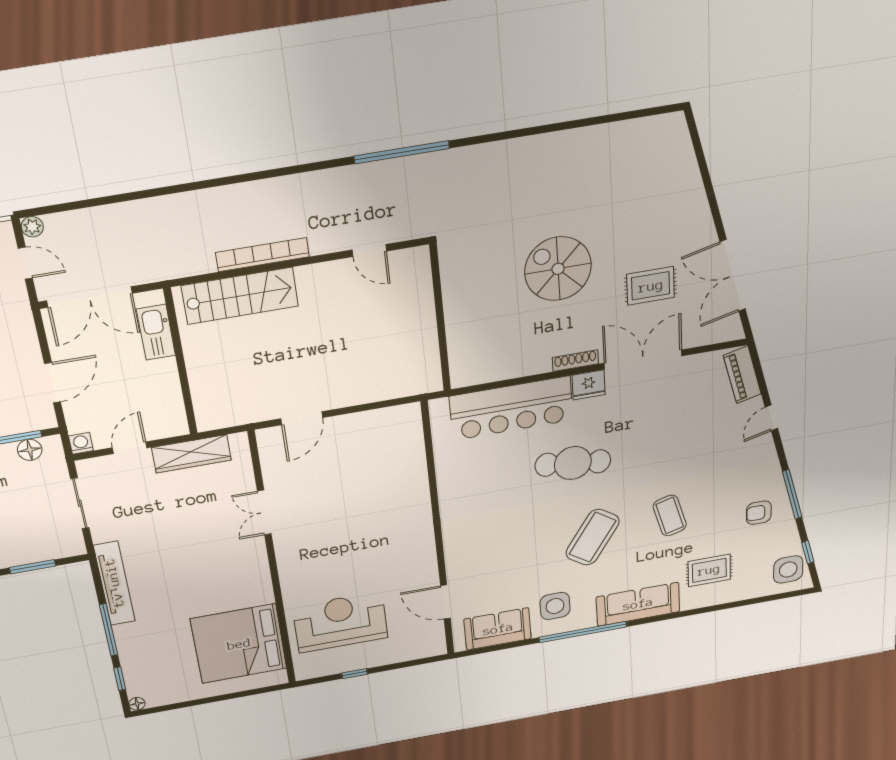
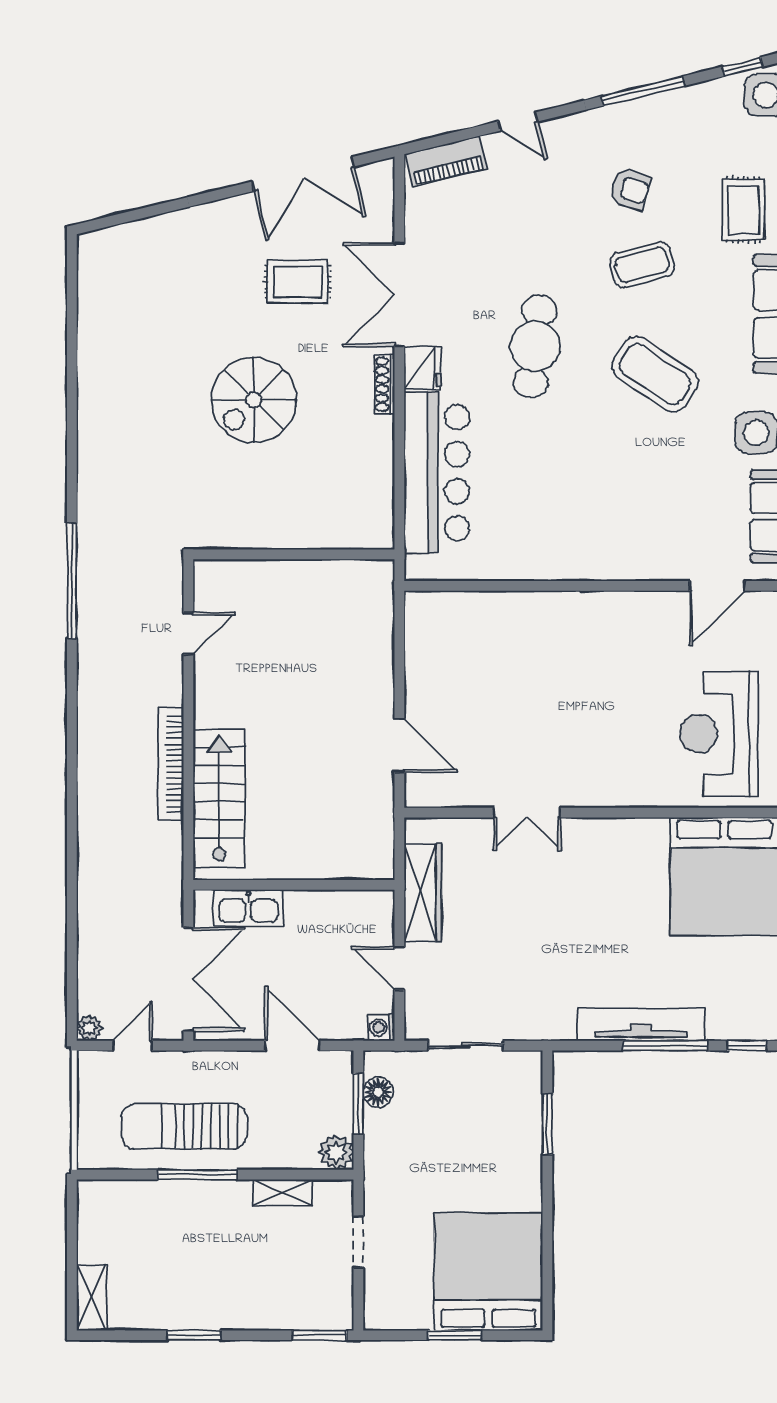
rug: (651, 286) -> (298, 282), turned 90
cafe table: (573, 463) -> (535, 346), moved
armchair: (759, 513) -> (630, 189), moved, turned -73
tv unit: (114, 583) -> (641, 1025), moved

